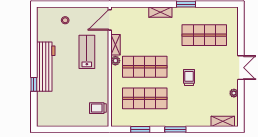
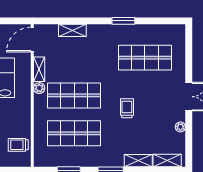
shelving: (160, 12) -> (72, 30), moved
shelving: (199, 121) -> (138, 161), added

